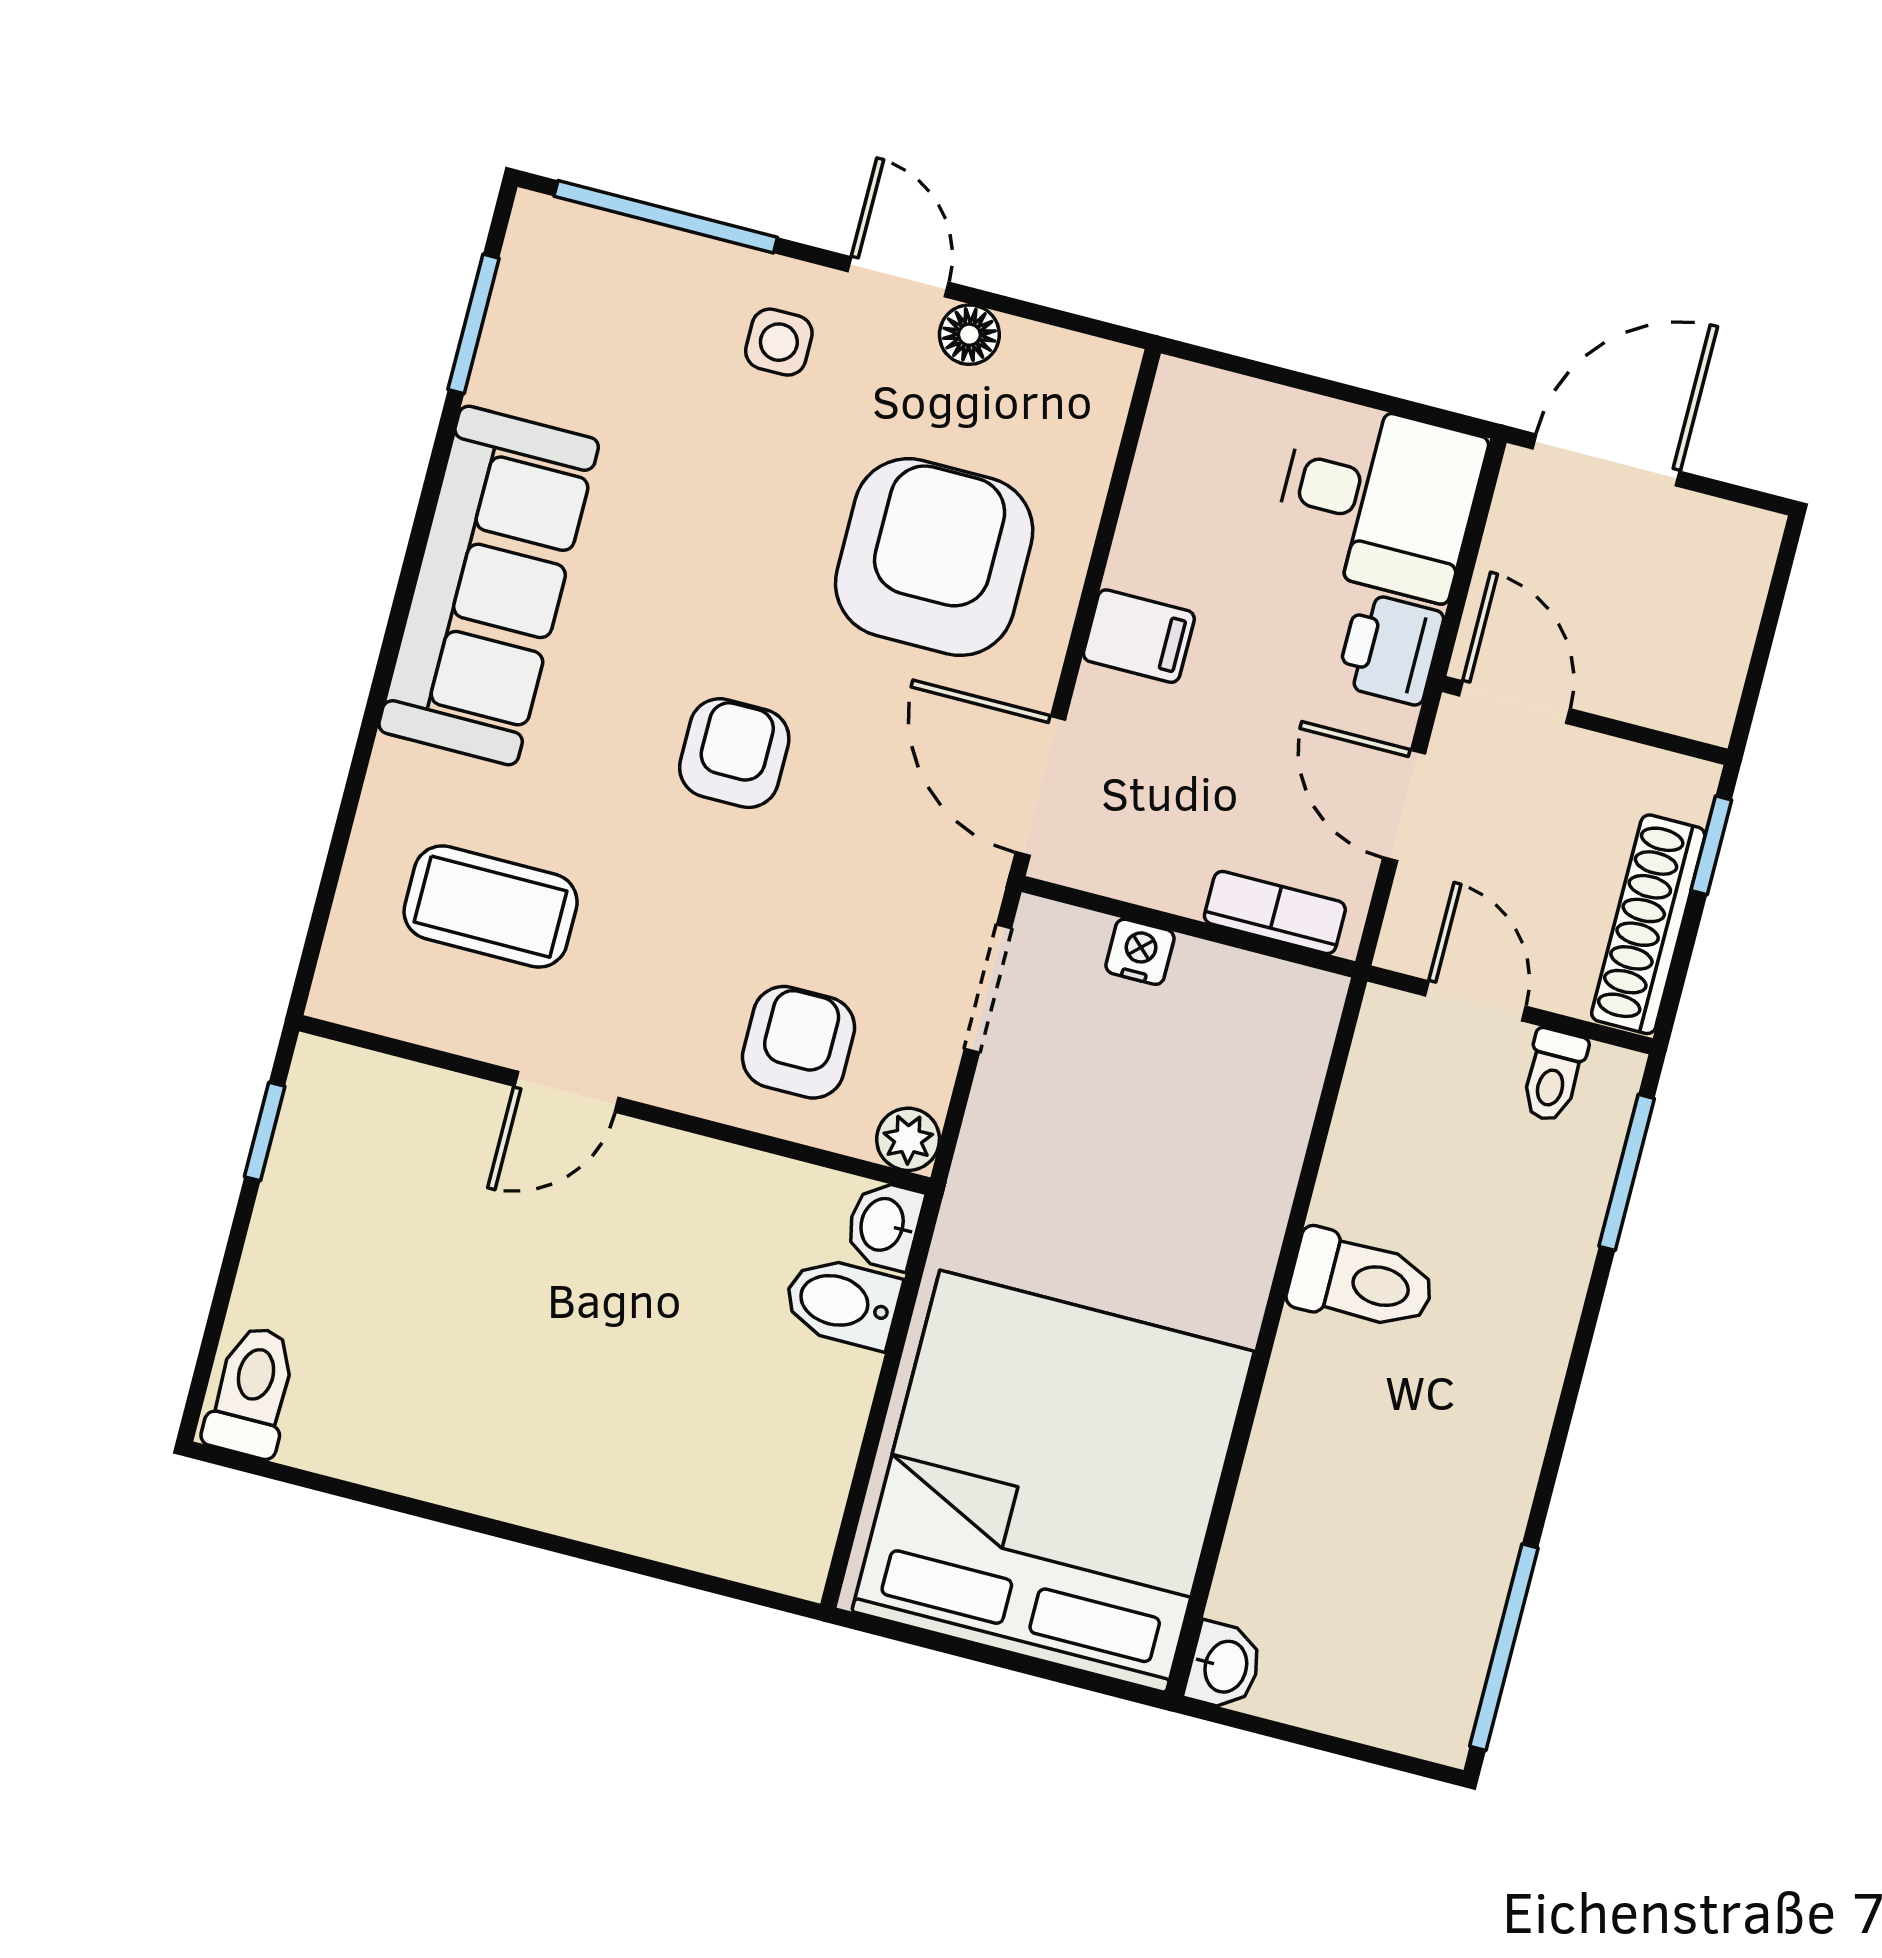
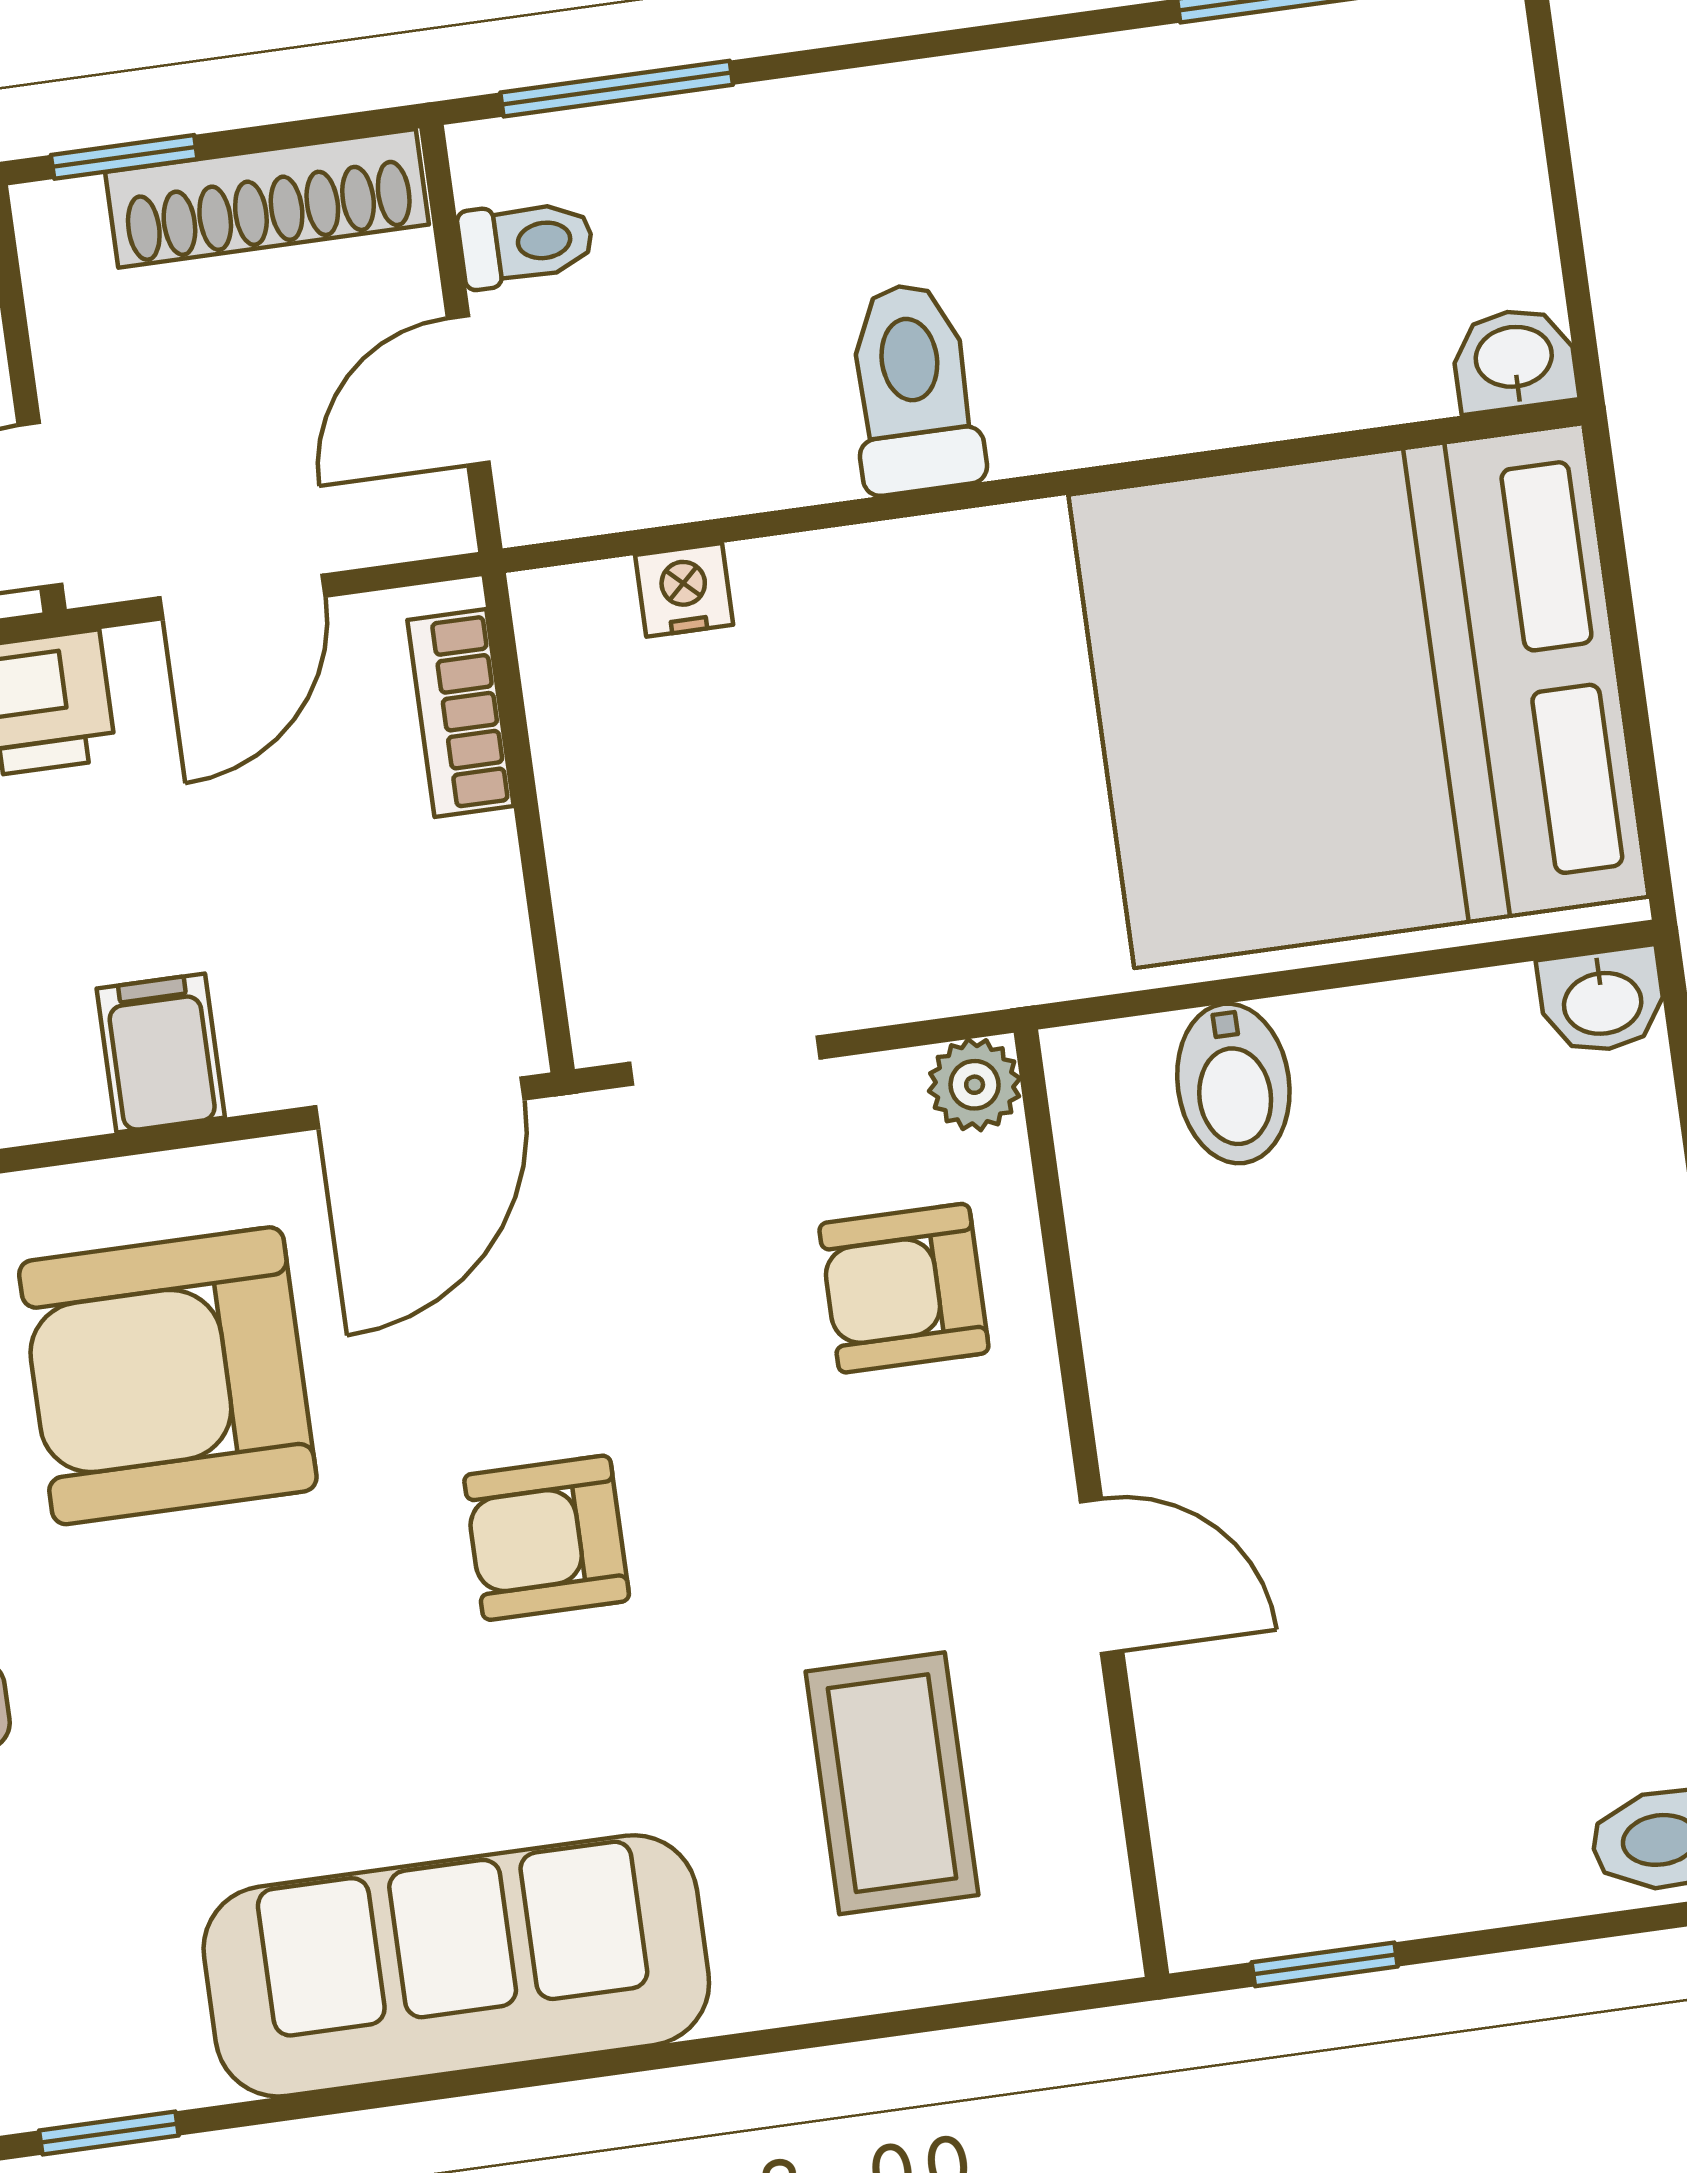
window: (474, 324) -> (109, 2133), width x0.67
nightstand: (1140, 952) -> (684, 590), moved, turned 90
washbasin: (884, 1225) -> (1602, 1000), moved

